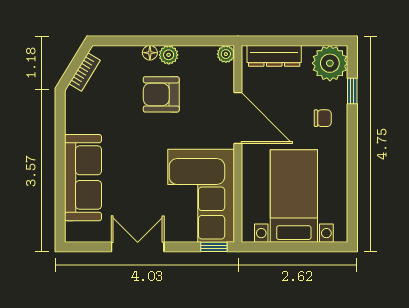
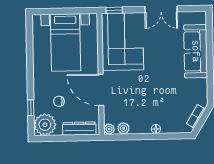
plant: (169, 55) -> (123, 128), moved
armchair: (161, 94) -> (148, 103), removed
chair: (323, 118) -> (59, 101), moved

